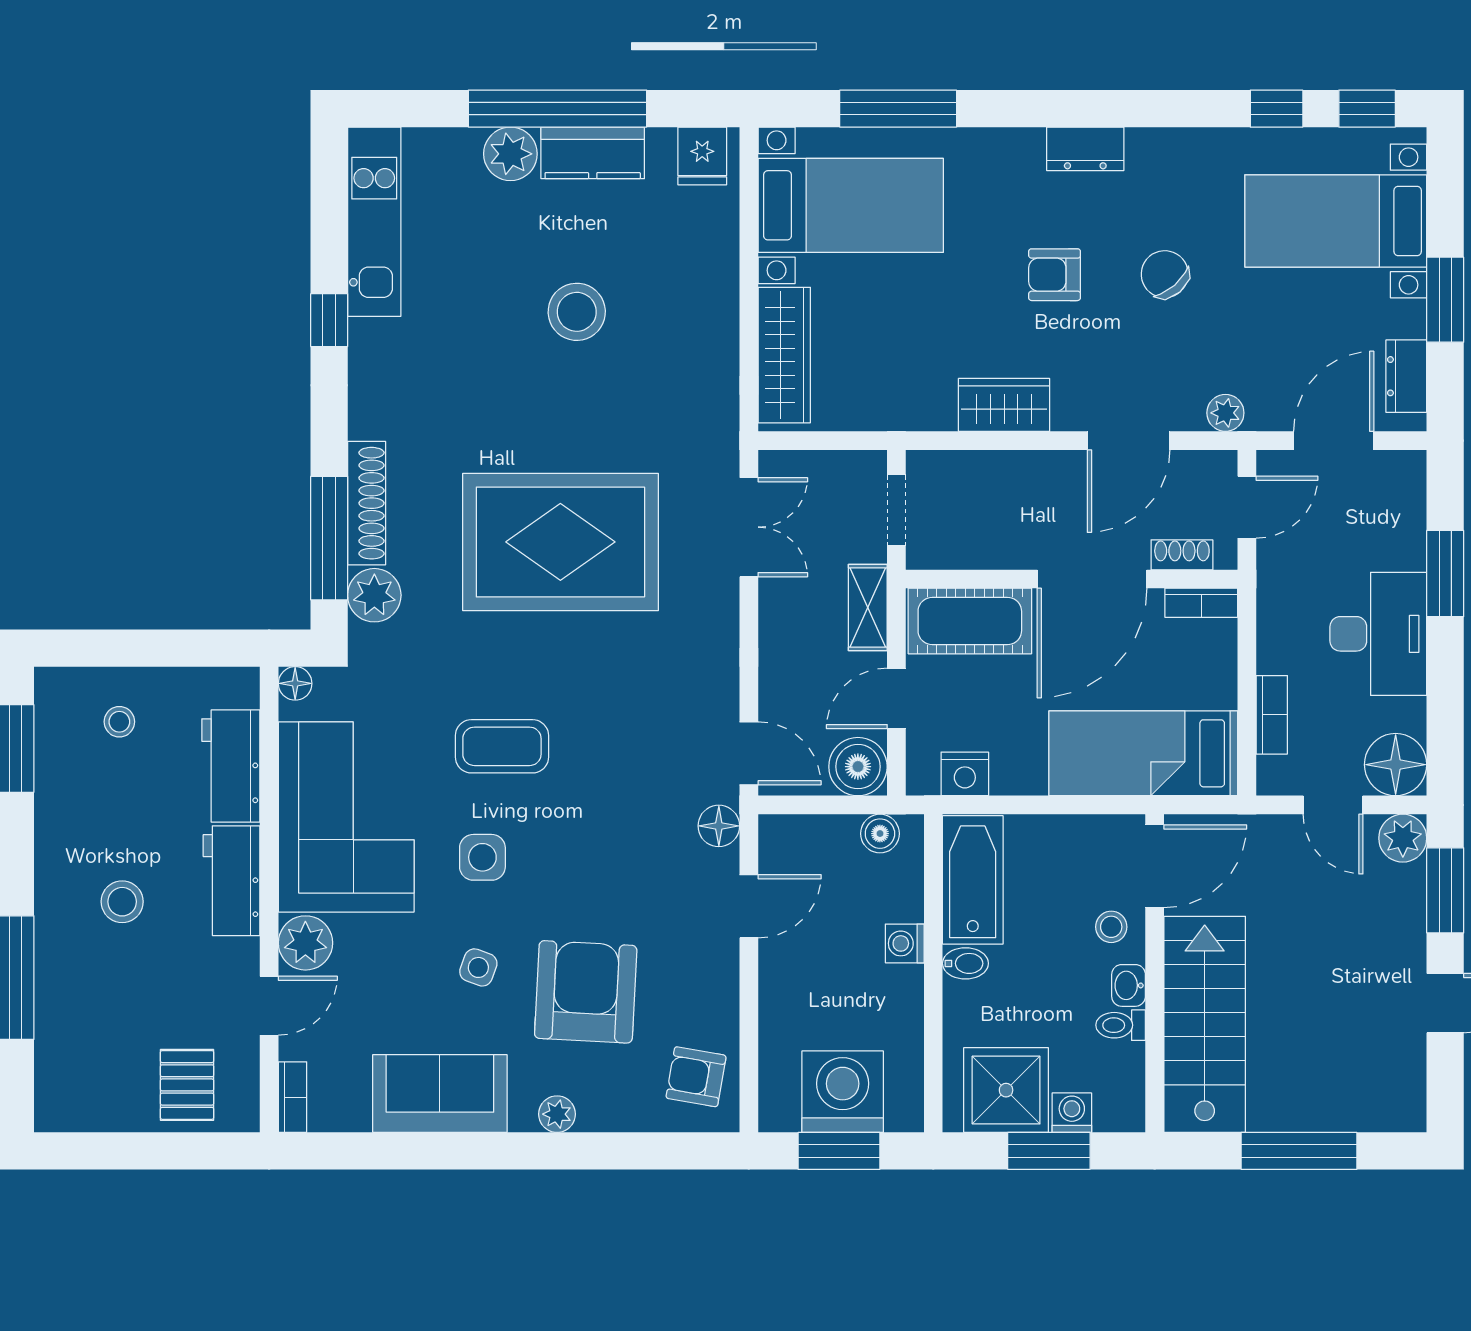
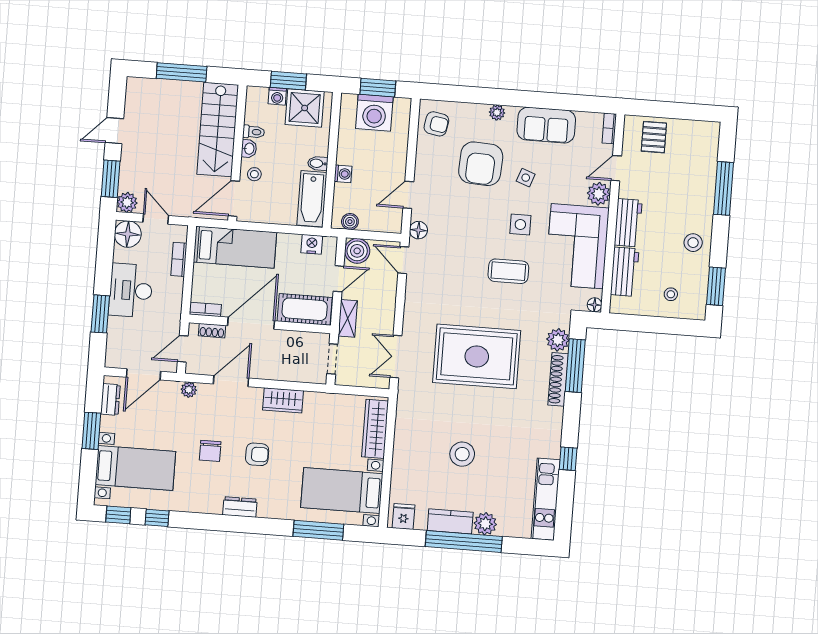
chair: (1165, 274) -> (210, 451), turned 41
stool: (122, 902) -> (693, 243), moved

